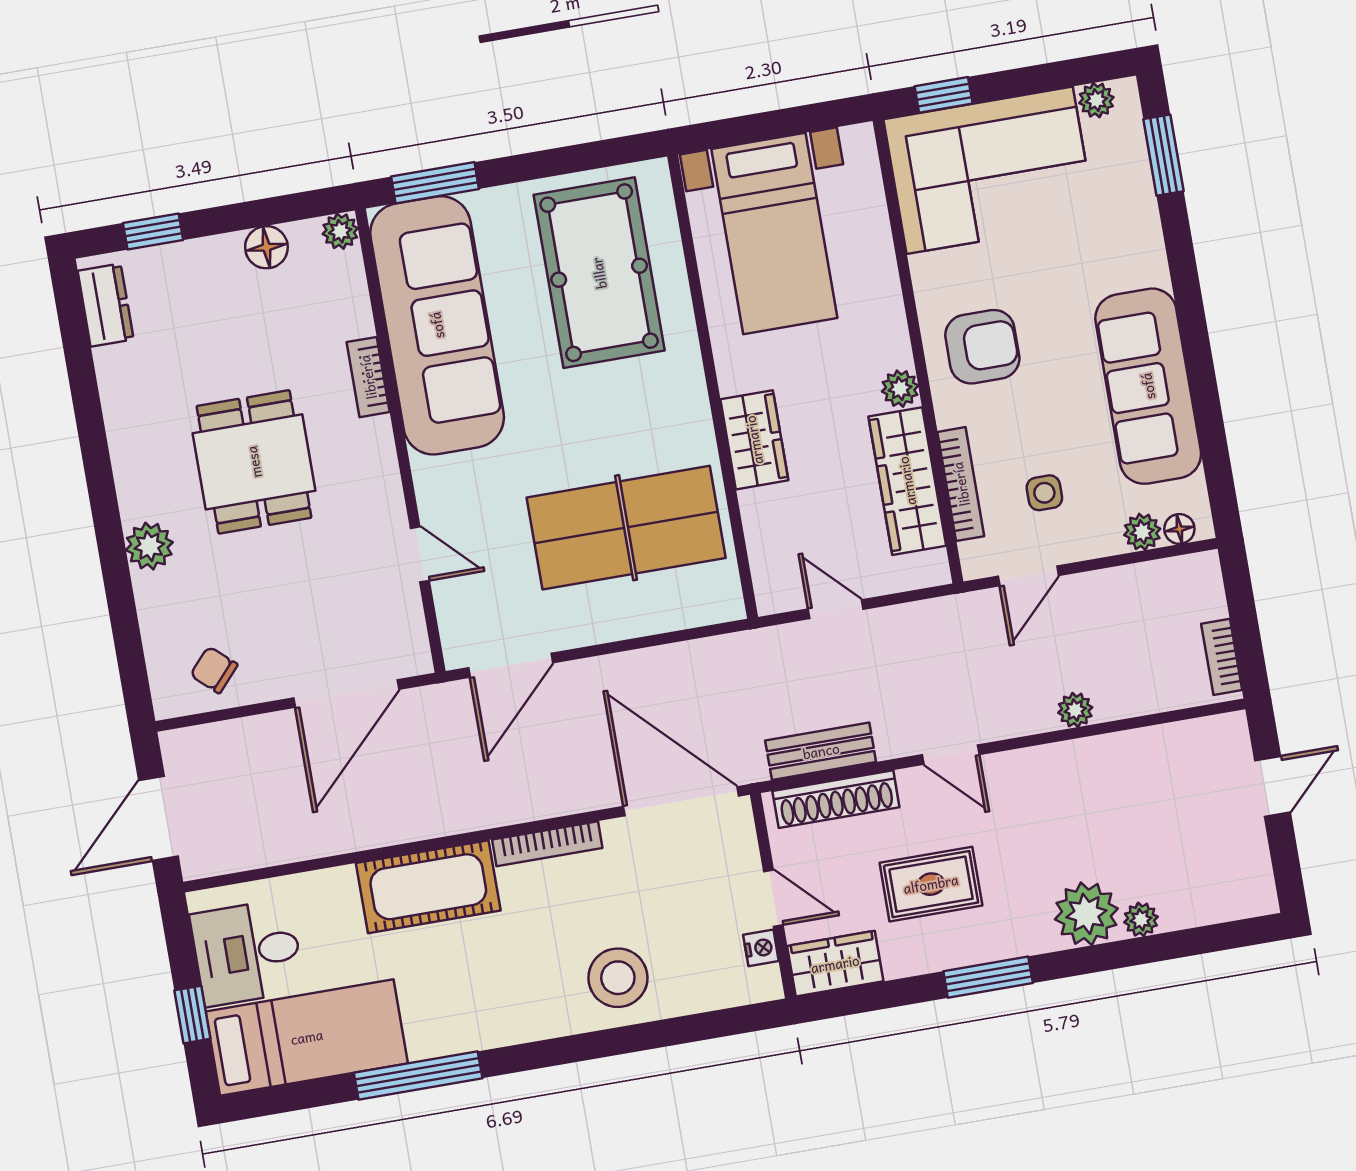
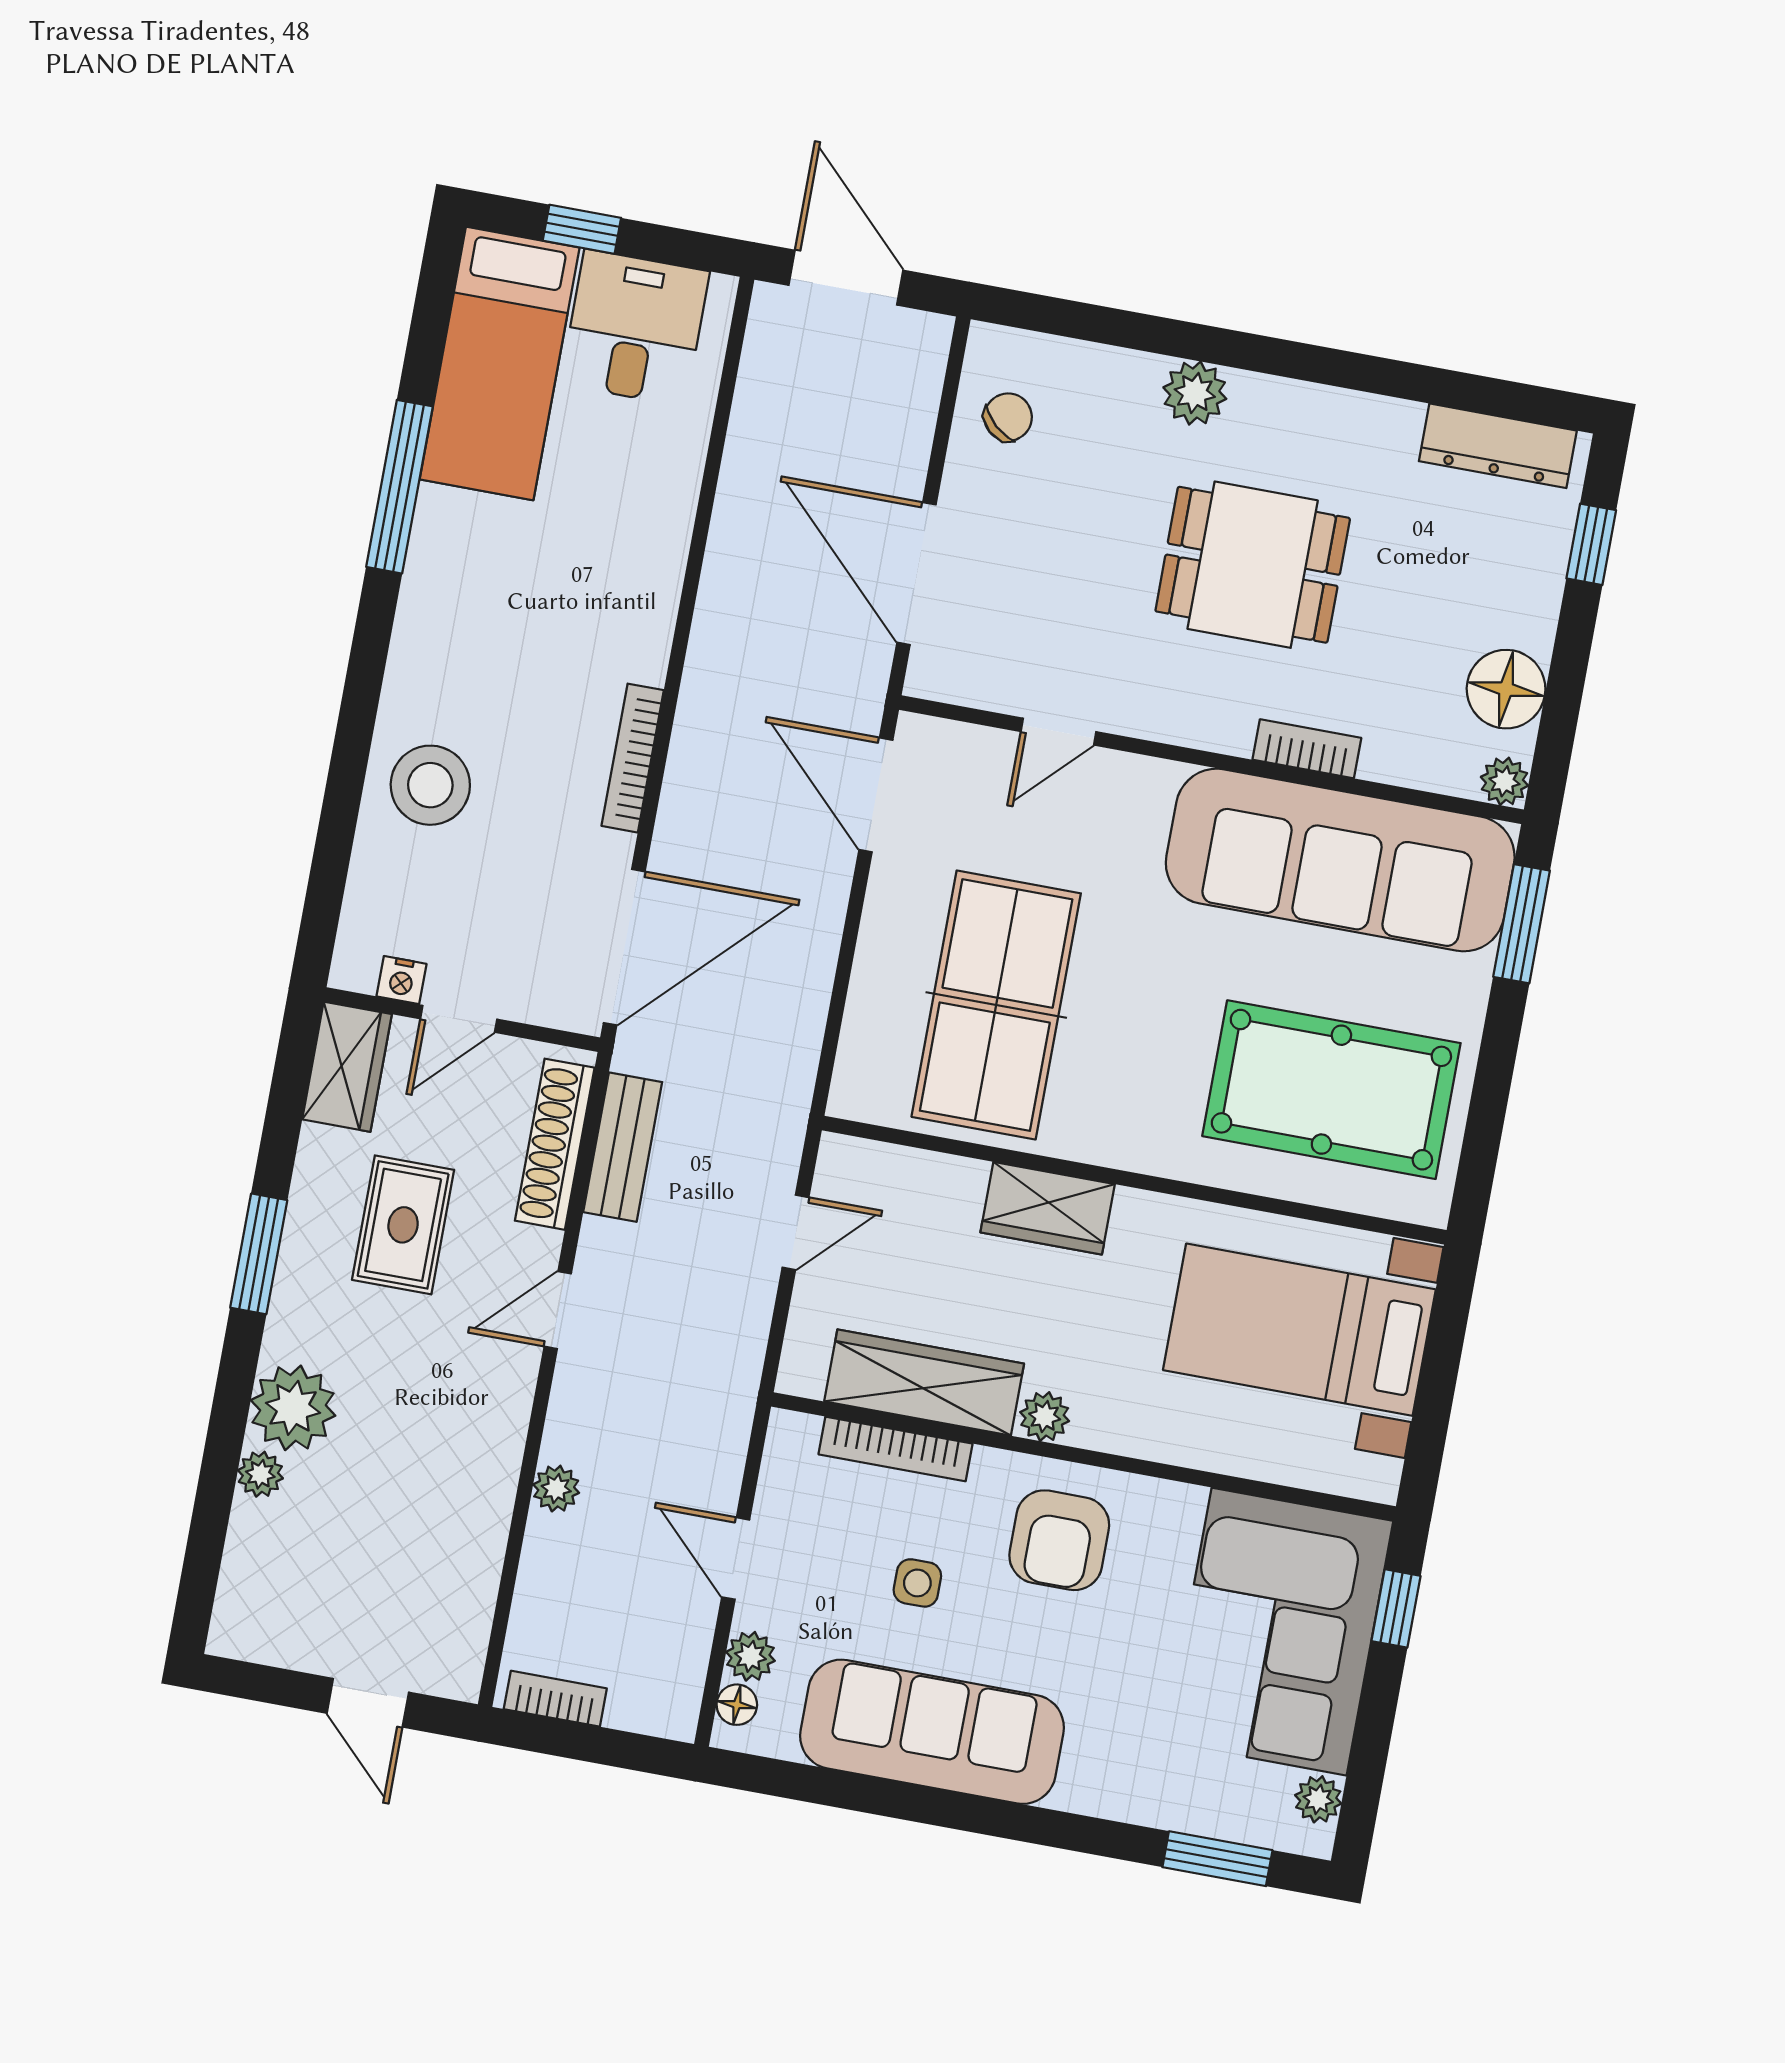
floor lamp: (266, 247) -> (1506, 689), width x1.38, depth x1.38
dresser: (106, 305) -> (1498, 446), width x1.44
side table: (1044, 493) -> (917, 1583), moved
door: (1028, 576) -> (736, 1558), moved
cot: (428, 887) -> (634, 587), removed

